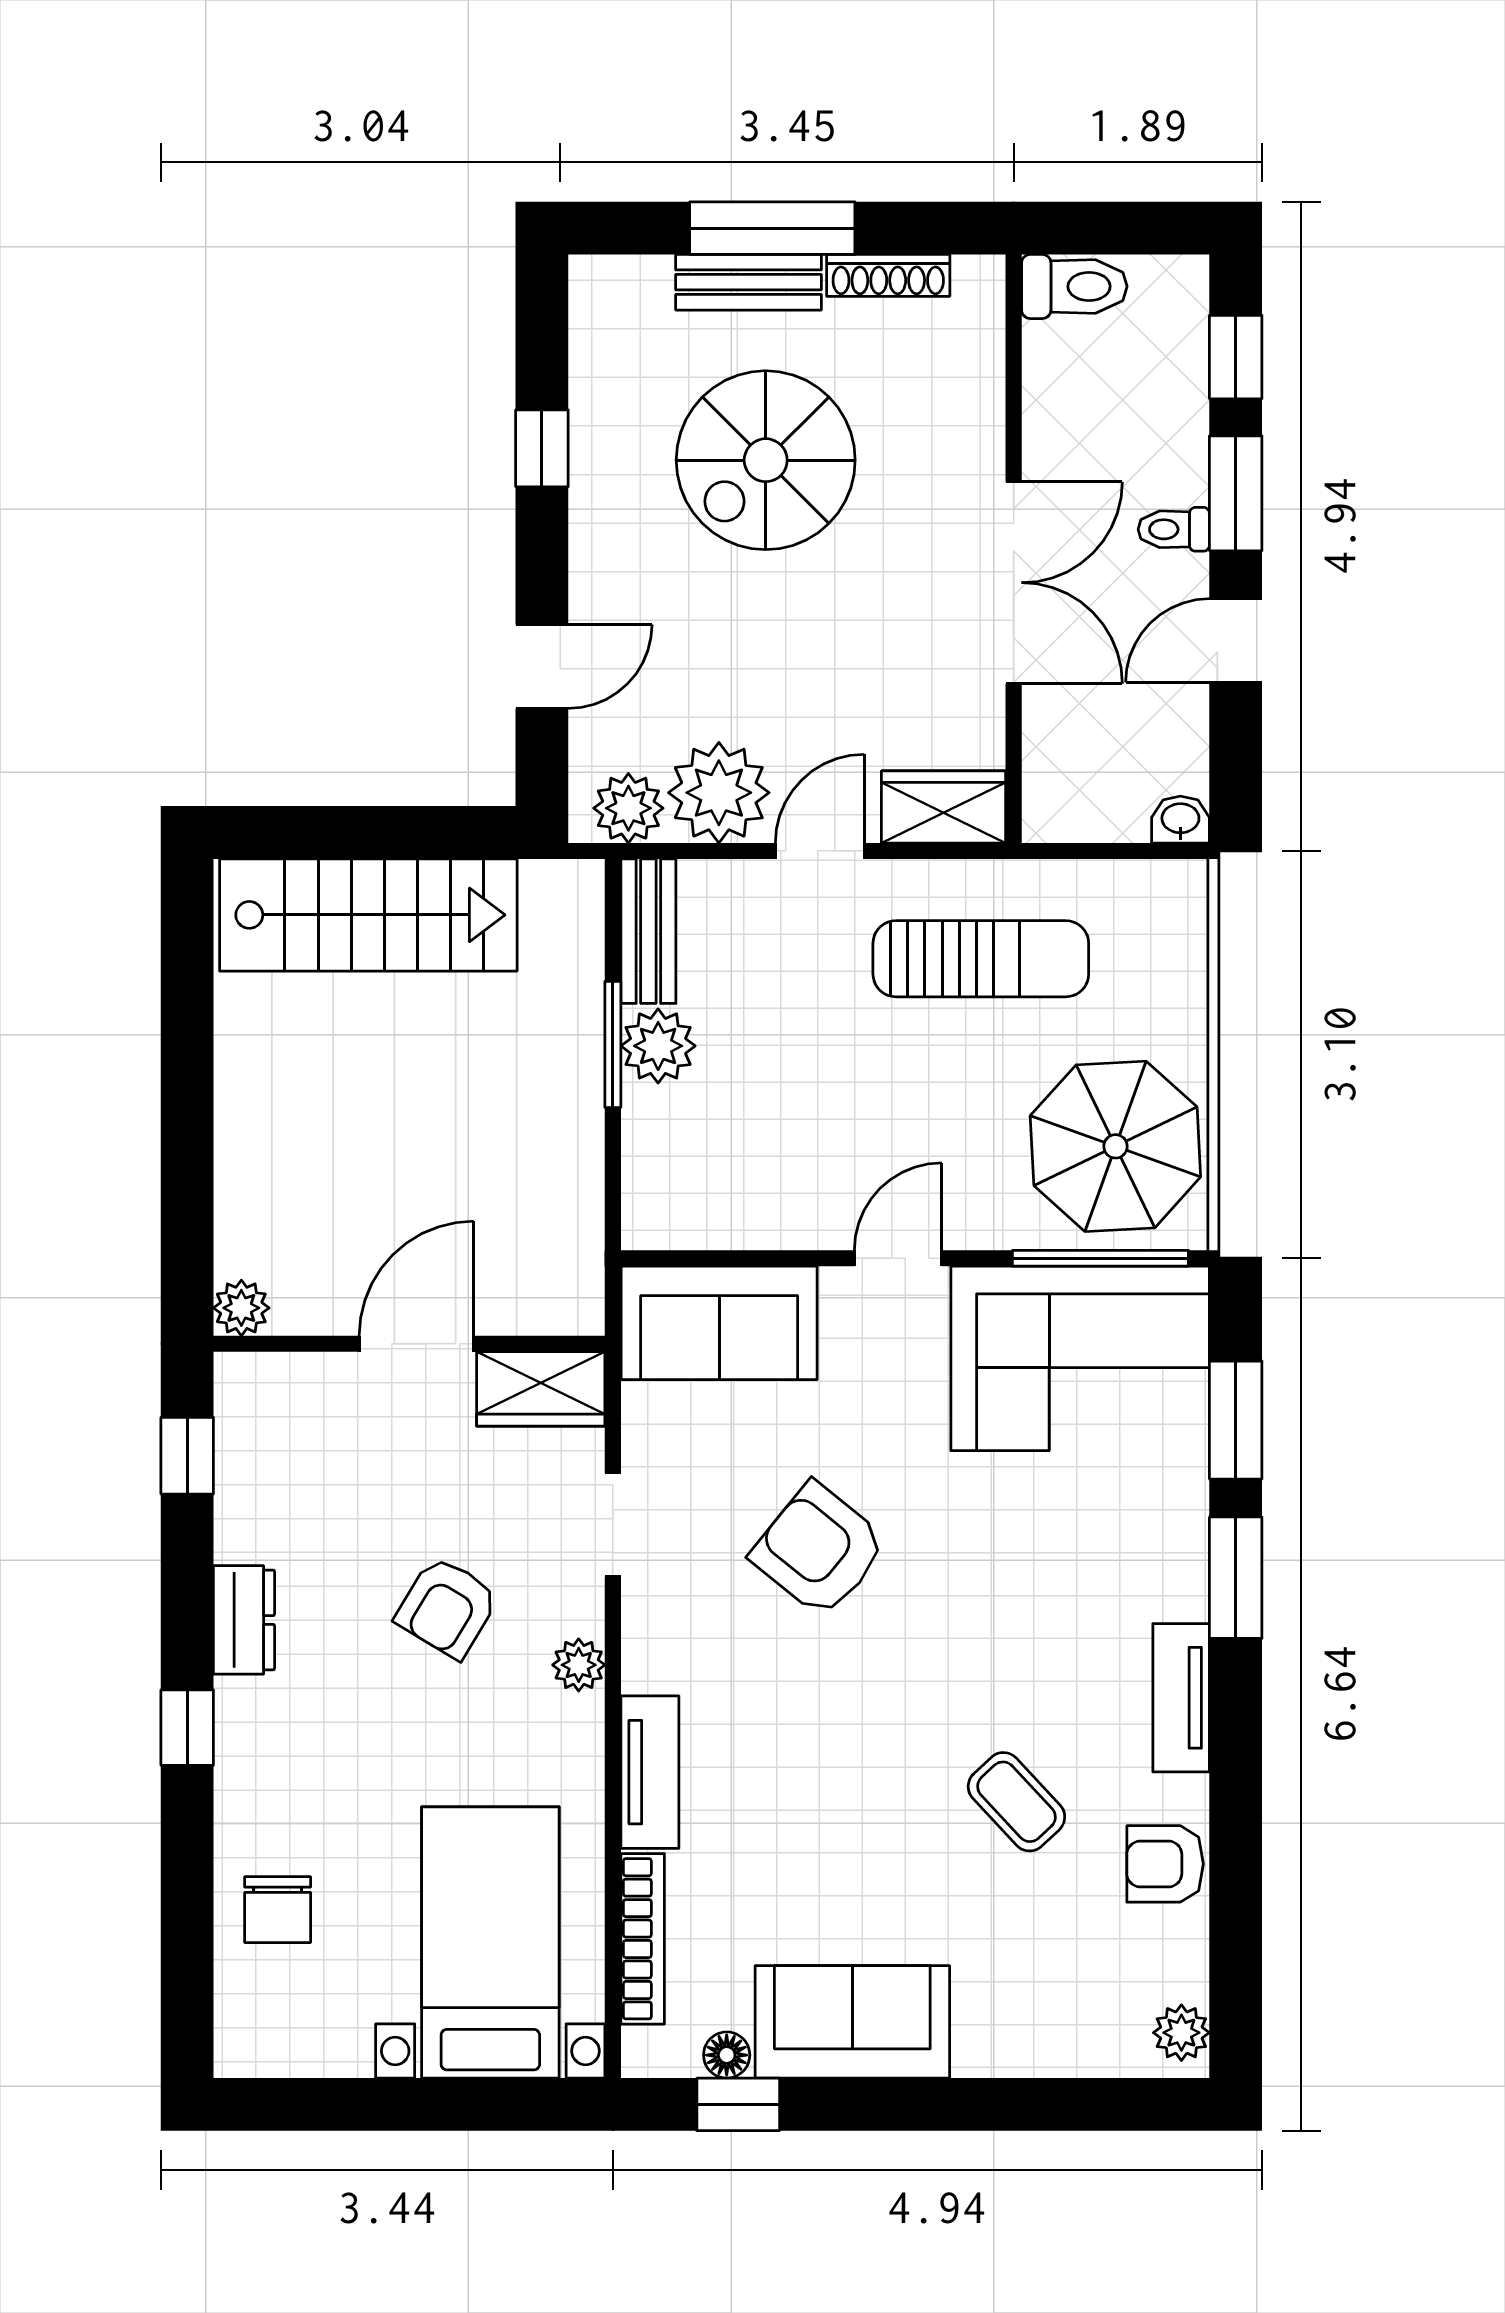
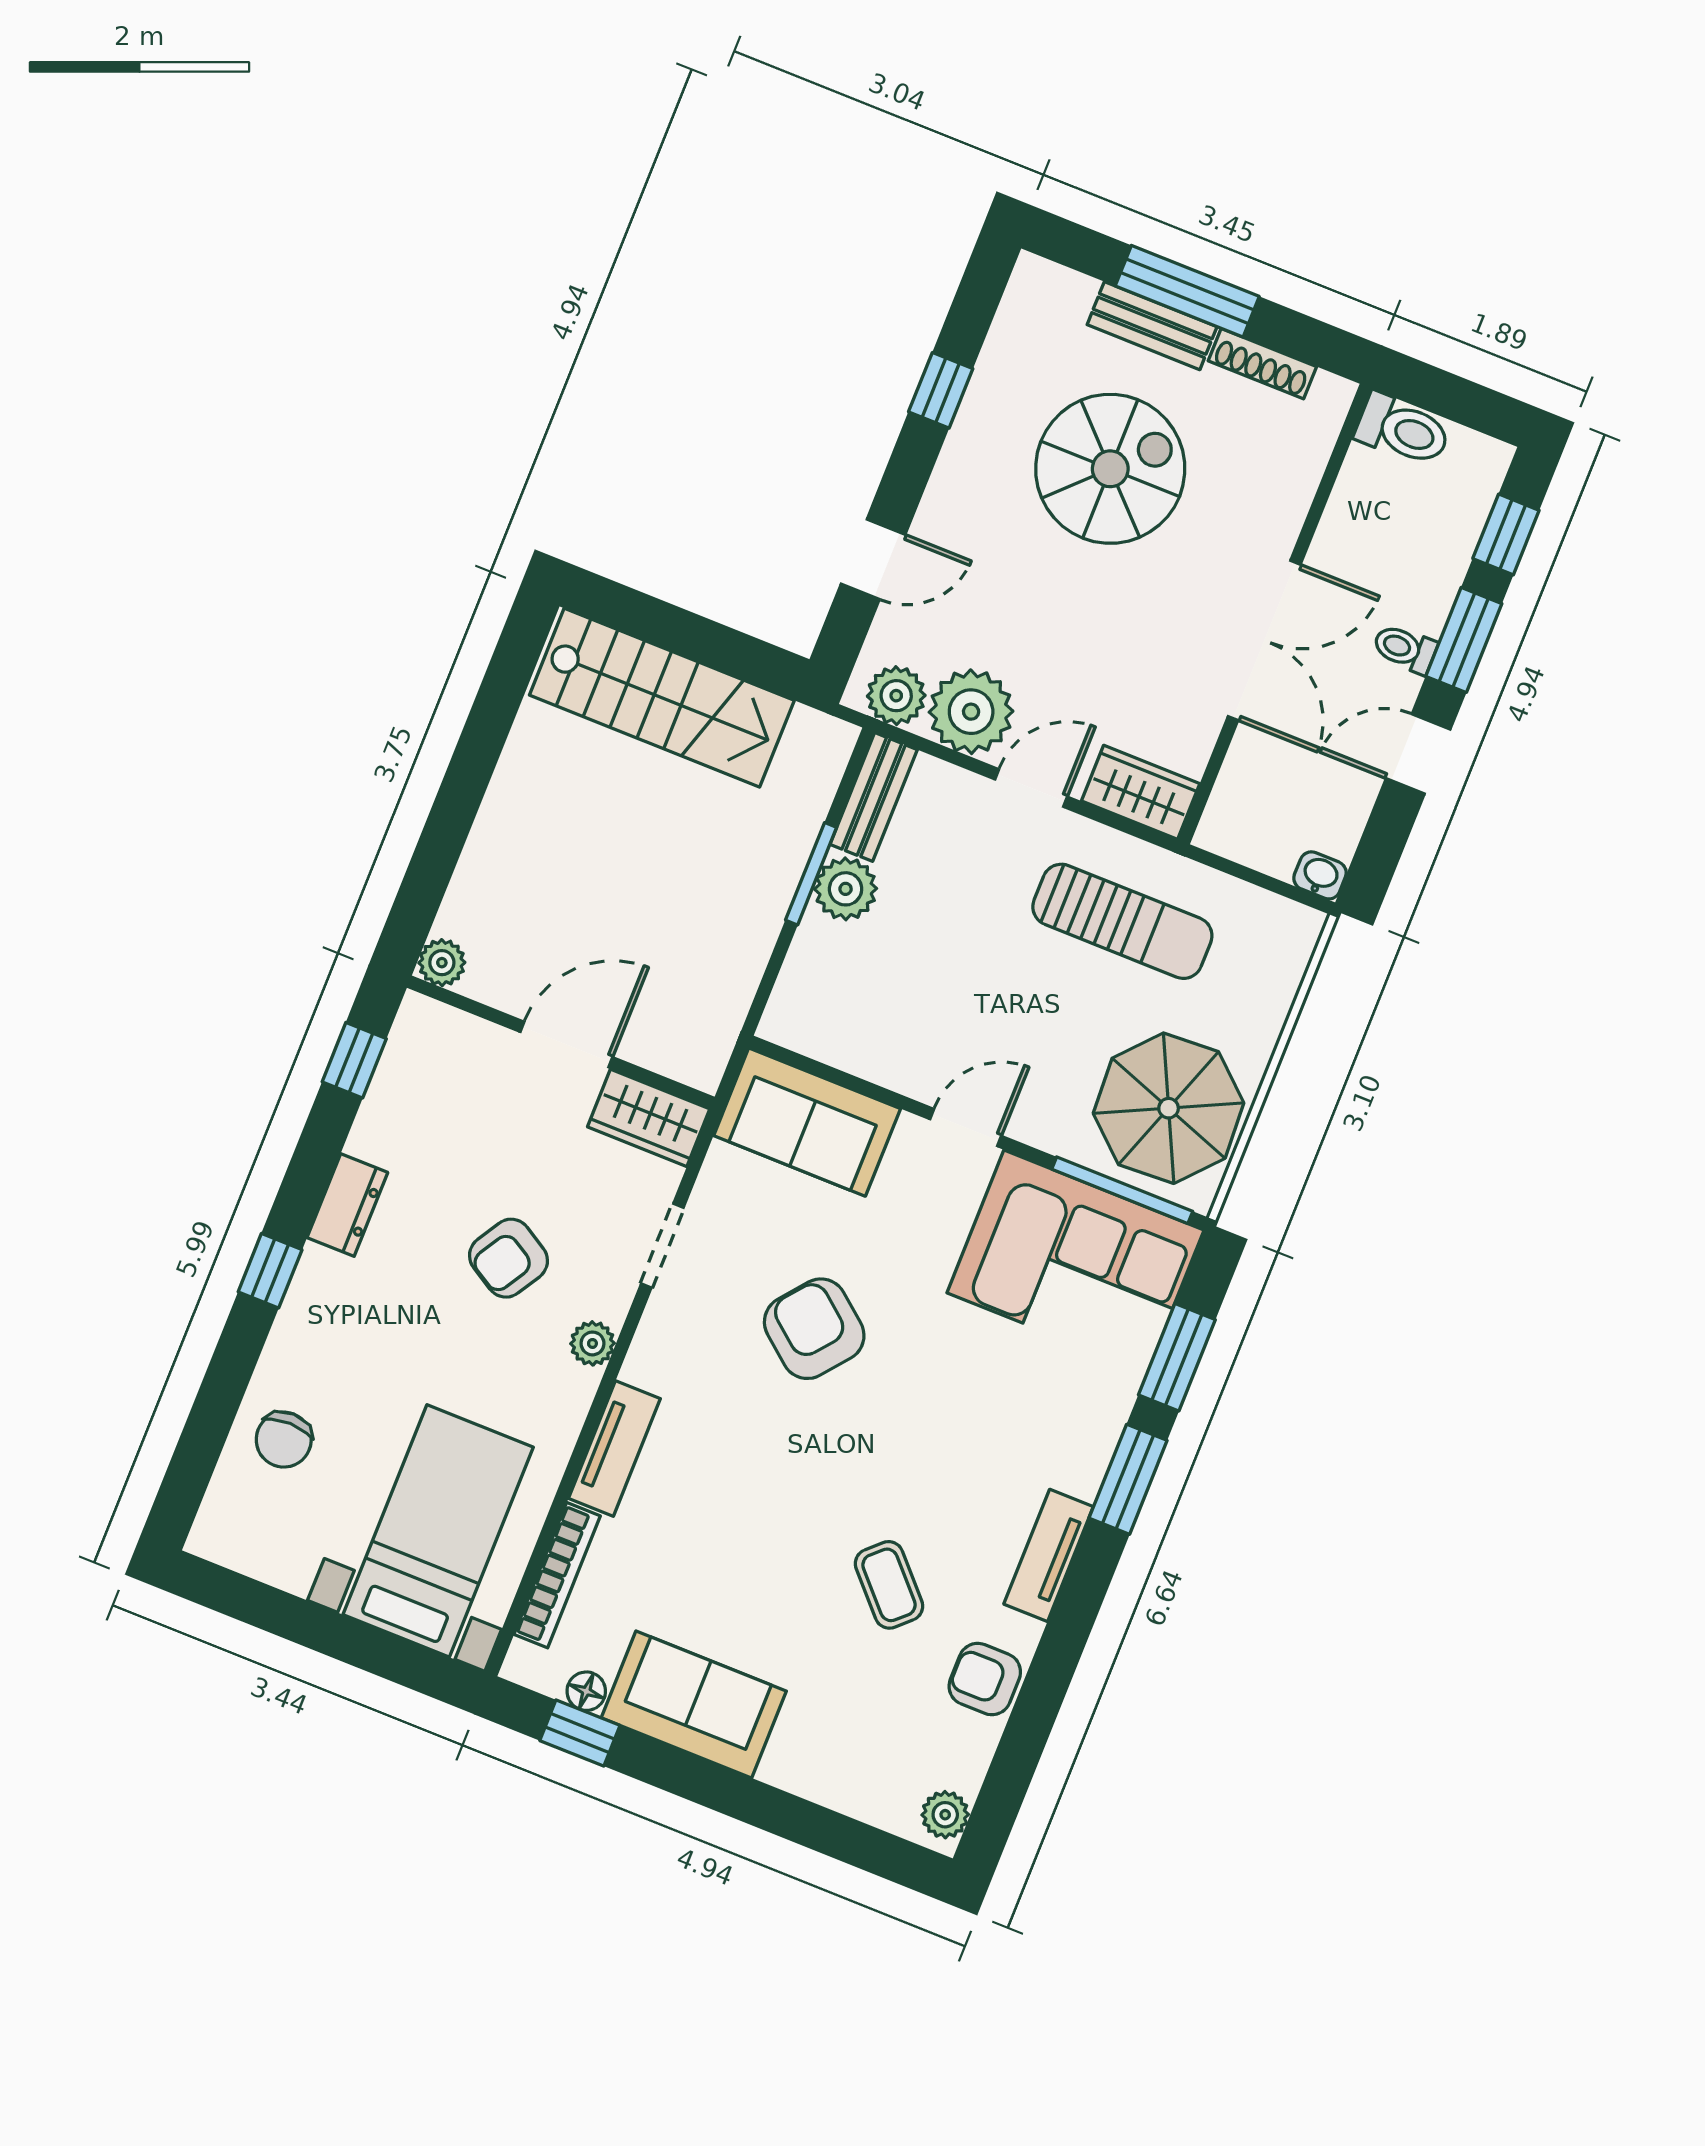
spiral stairs: (766, 460) -> (1110, 469), turned 180

